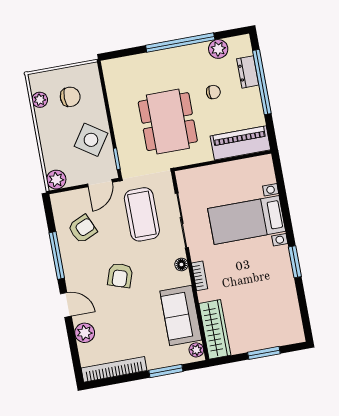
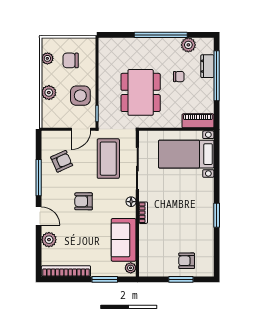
chair: (70, 97) -> (71, 60), turned 180
side table: (91, 140) -> (80, 96), turned -34
piano: (240, 143) -> (198, 121), width x0.73, depth x0.75
plant: (56, 180) -> (49, 93), moved
bed with nightstands: (247, 220) -> (186, 154), moved
armchair: (120, 275) -> (84, 201), turned 71
armchair: (267, 327) -> (187, 261), added
wardrobe: (215, 329) -> (147, 255), removed

